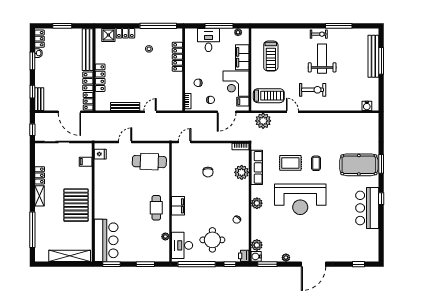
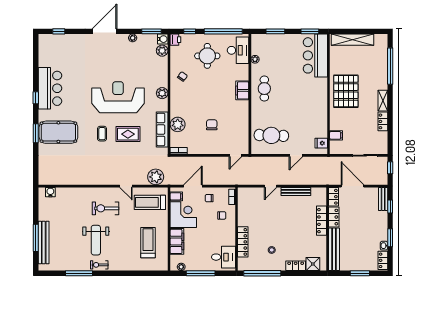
desk: (208, 40) -> (223, 257), moved, turned -90

